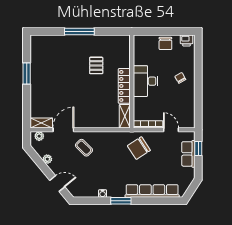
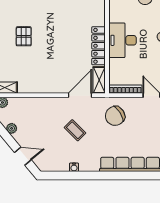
pallet: (96, 65) -> (24, 36), moved
door: (63, 130) -> (80, 95), moved
coffee table: (84, 148) -> (75, 130), moved
window: (121, 201) -> (95, 175), removed

